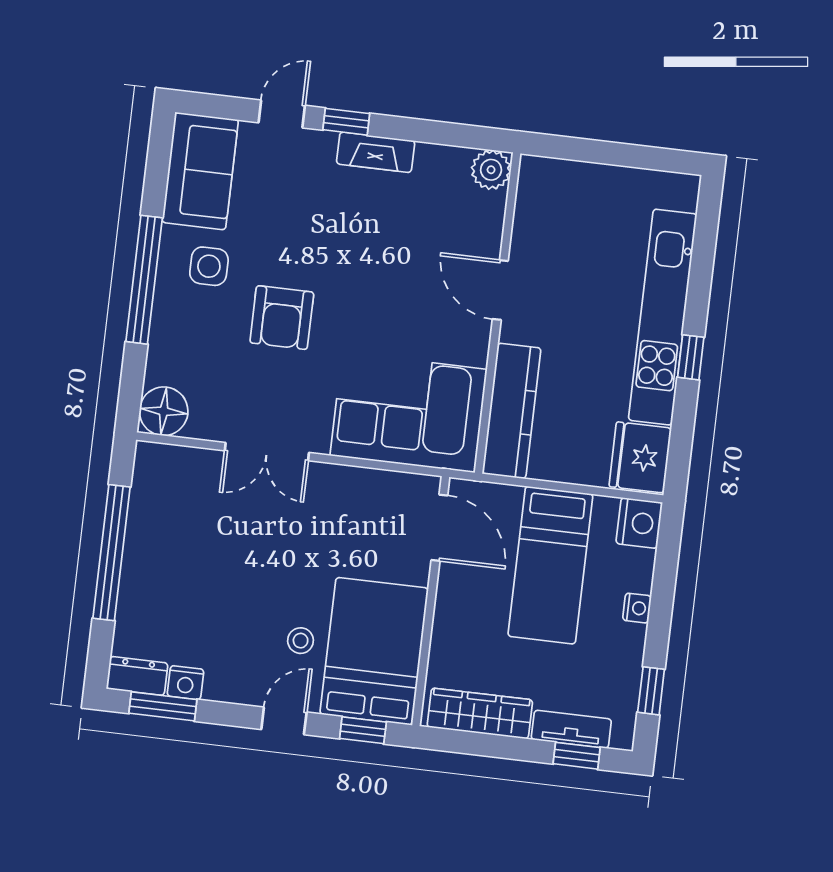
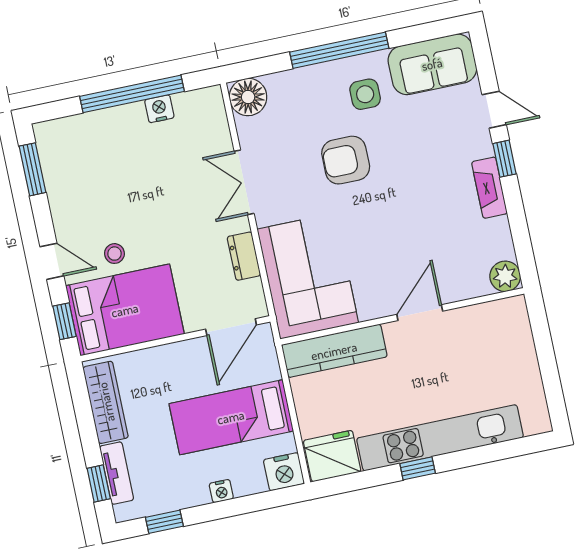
dresser: (137, 676) -> (244, 256), moved, turned 180
nightstand: (185, 683) -> (159, 109), moved, turned 90

